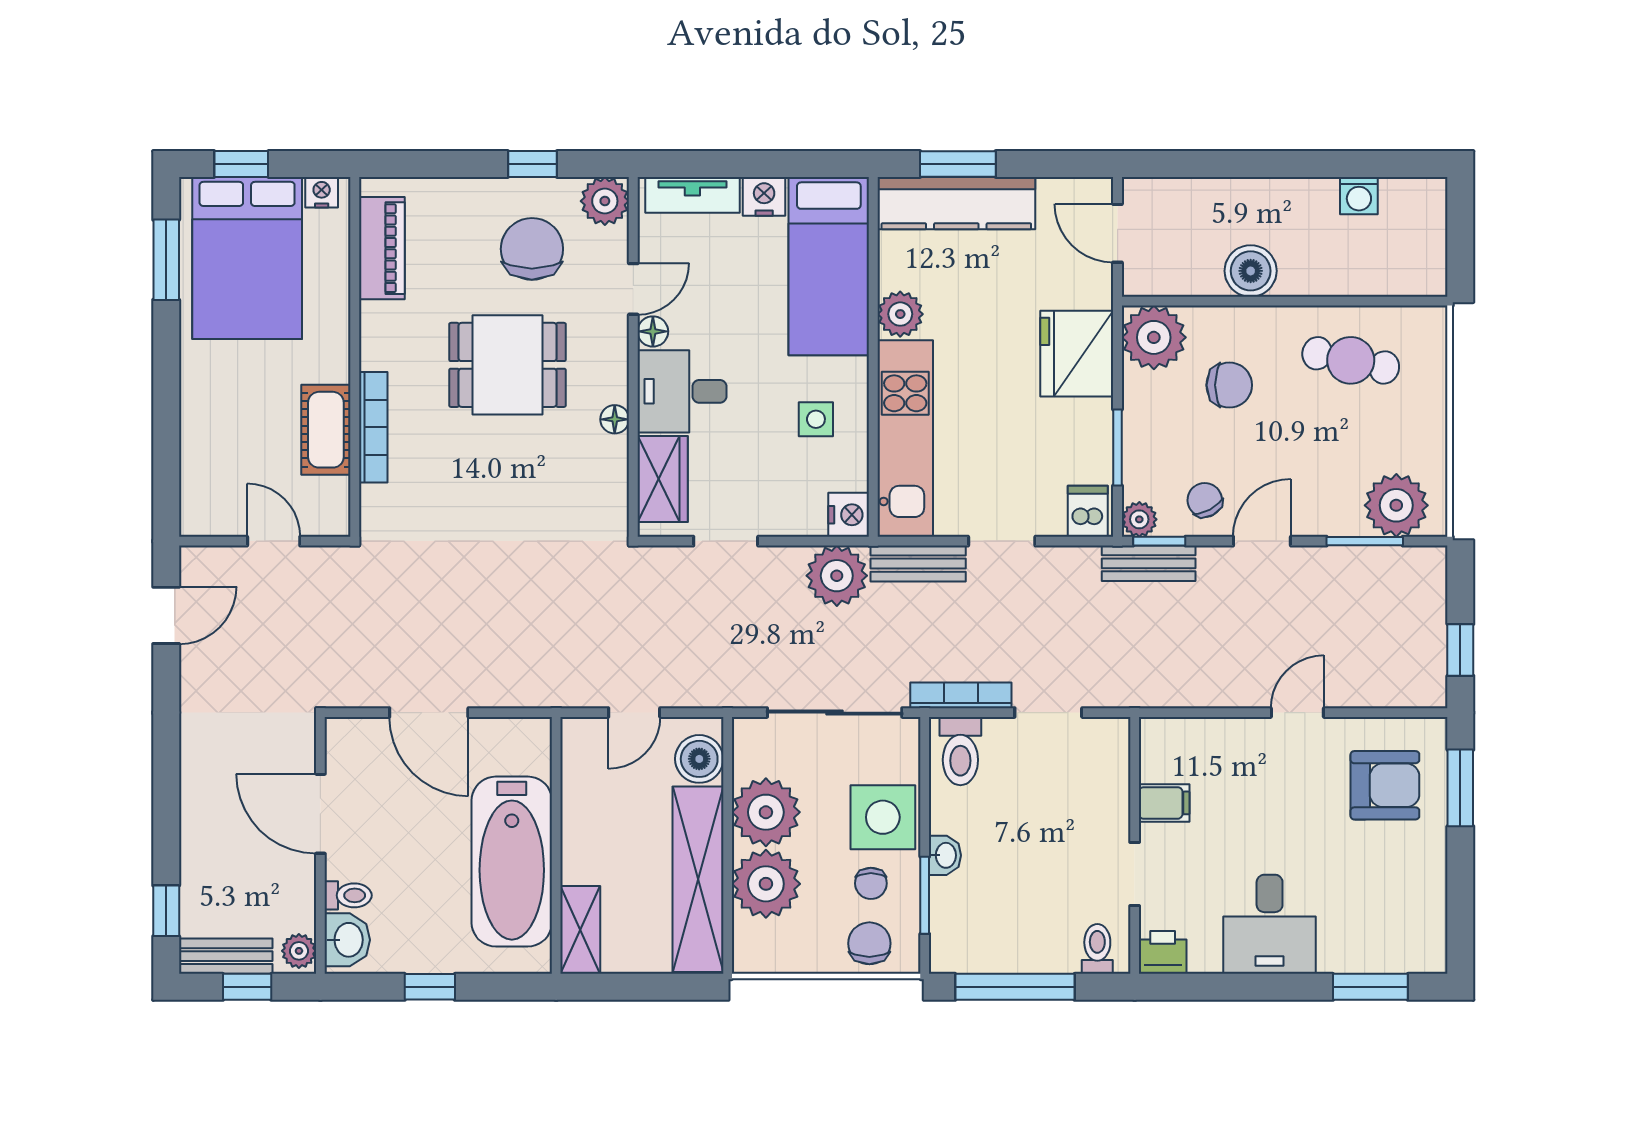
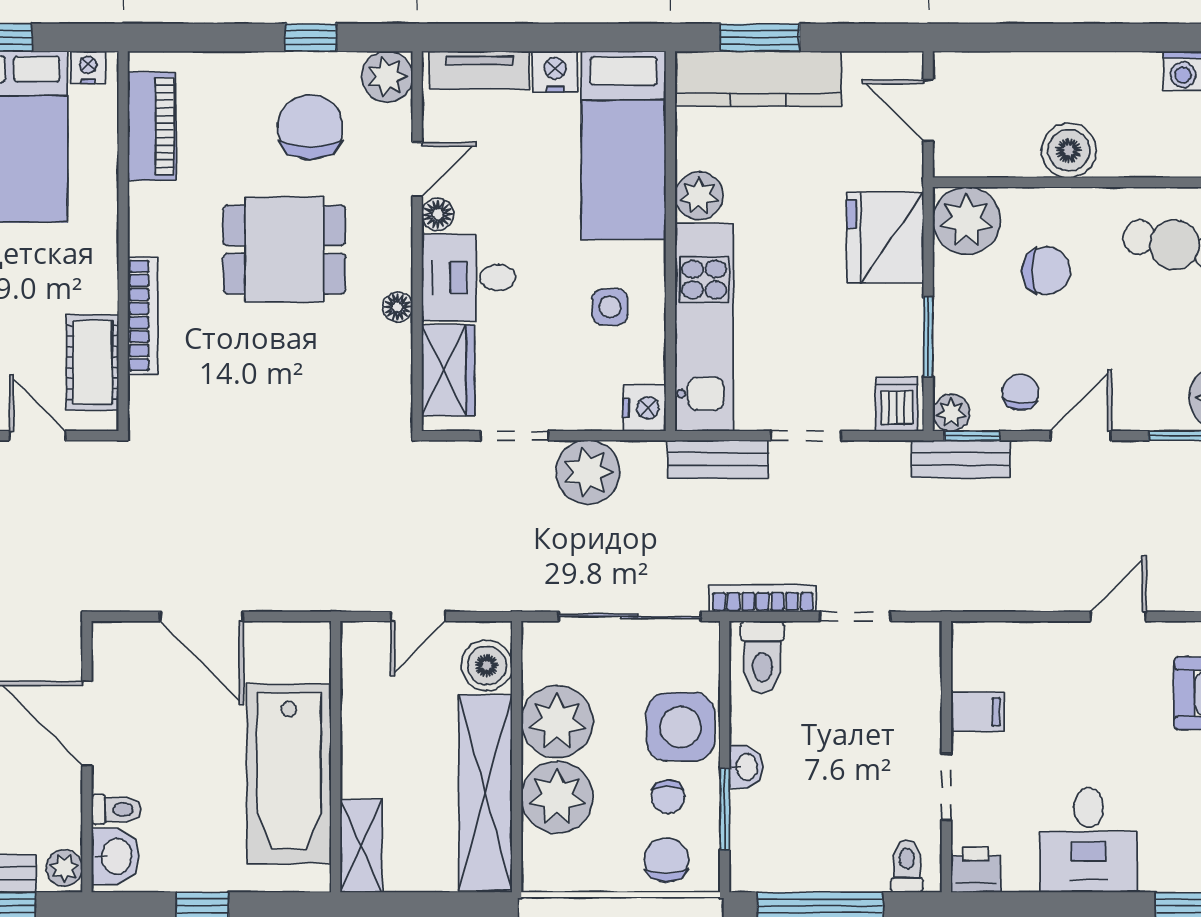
cot: (326, 430) -> (93, 362), moved
chair: (1205, 500) -> (1020, 392), turned 33
plant: (837, 576) -> (588, 472), moved

